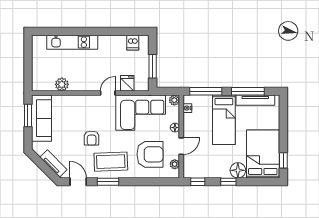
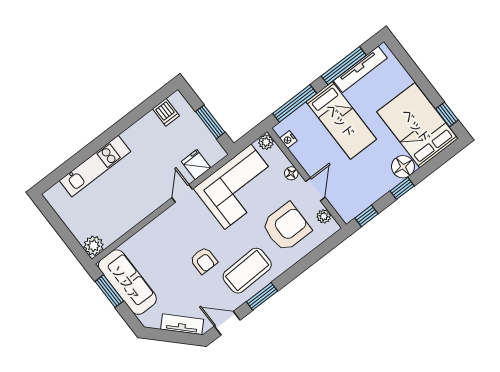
plant: (62, 84) -> (94, 246), moved

